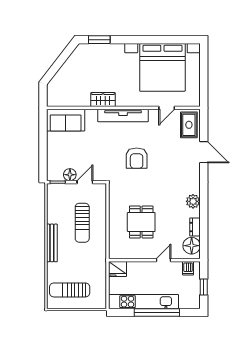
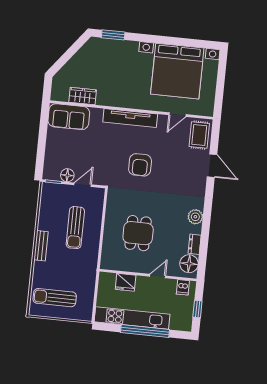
wardrobe: (103, 100) -> (83, 96), moved
bench: (52, 243) -> (41, 246), width x0.73
fridge: (118, 269) -> (126, 282), moved

